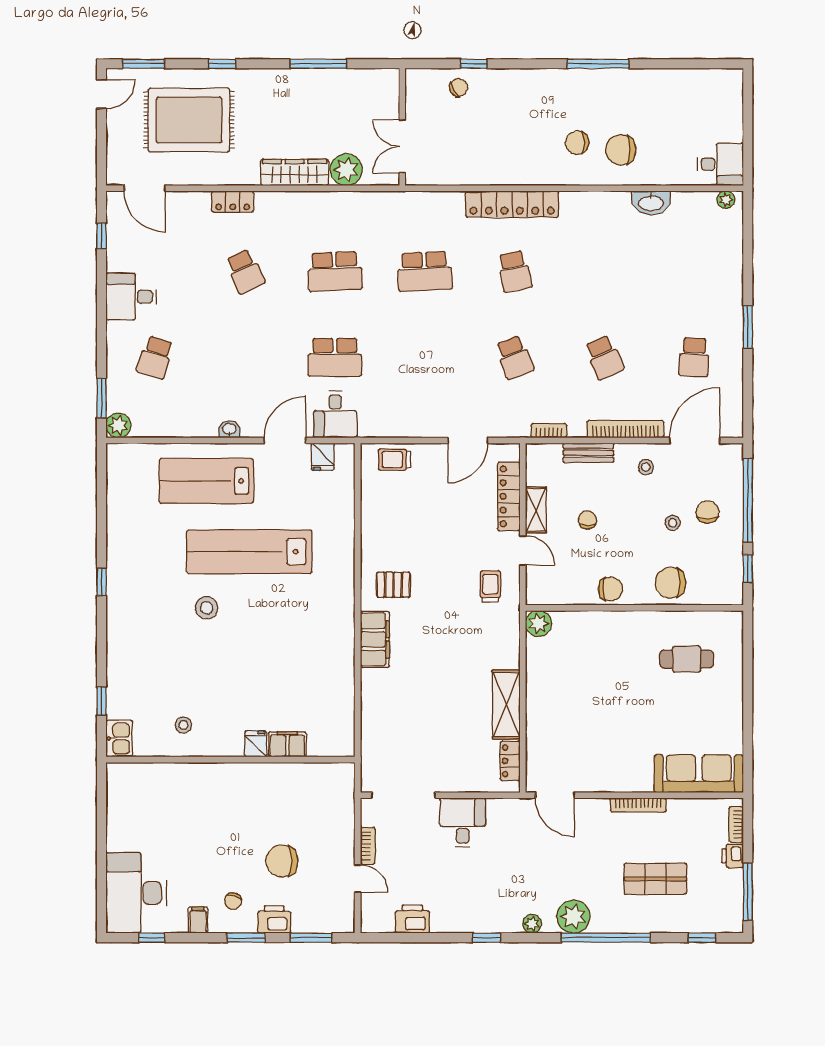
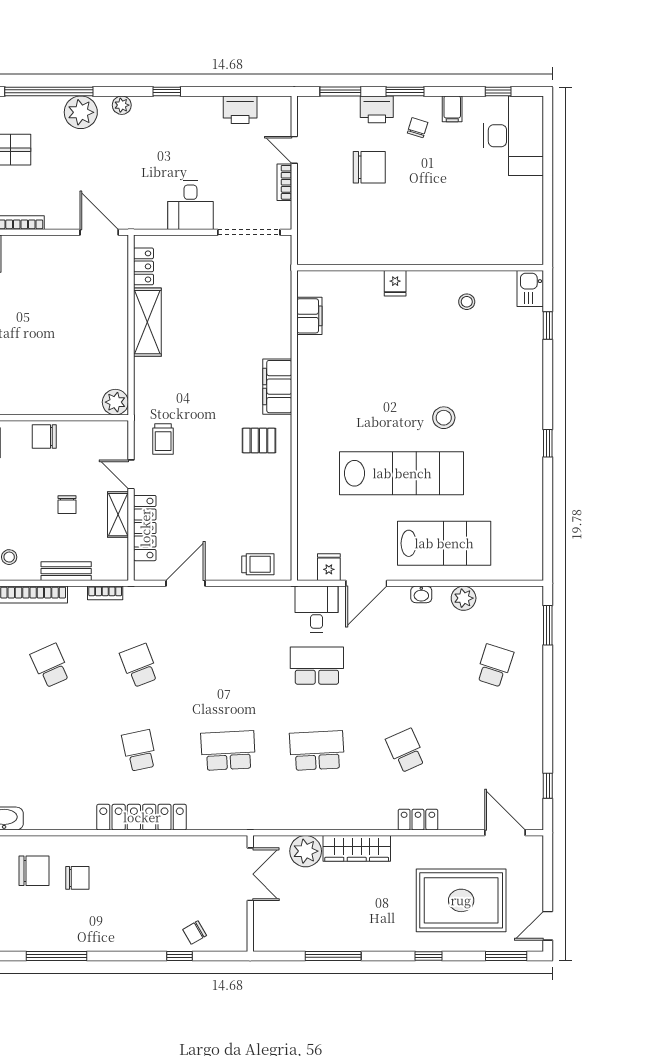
desk: (131, 297) -> (518, 726), removed
plant: (118, 425) -> (464, 598), moved
filing cabinet: (287, 744) -> (309, 316), moved, turned -90

